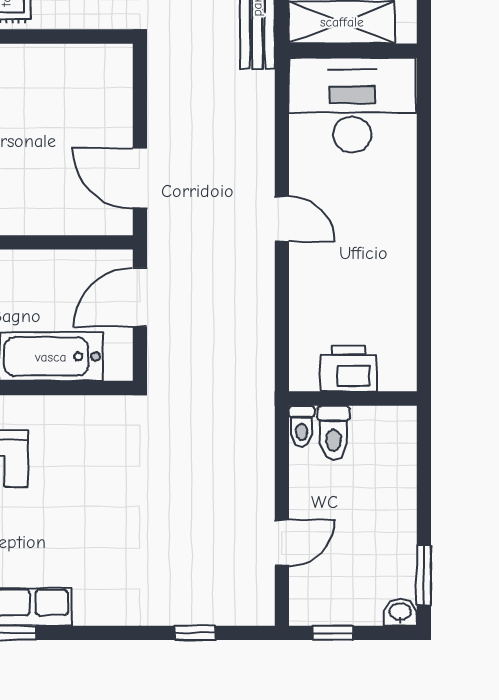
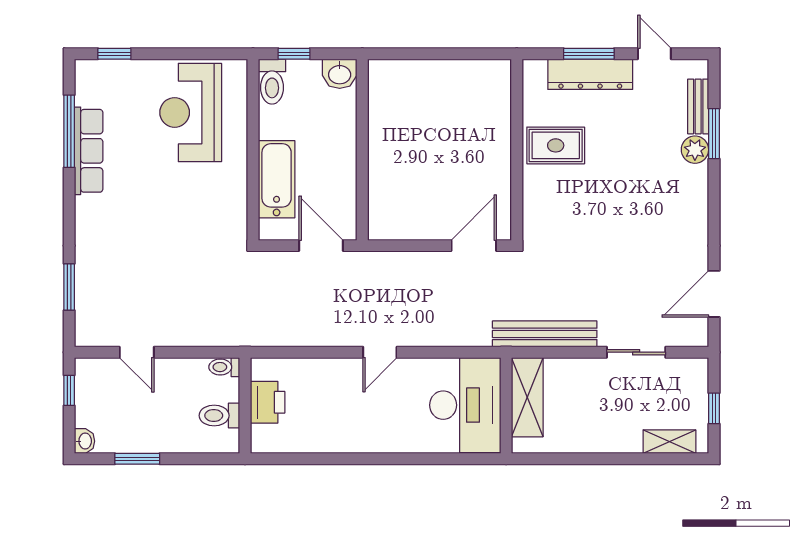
door: (140, 178) -> (474, 246), moved
toilet: (333, 433) -> (219, 416), moved
window: (424, 575) -> (137, 459), moved
window: (195, 633) -> (69, 287), width x1.50

